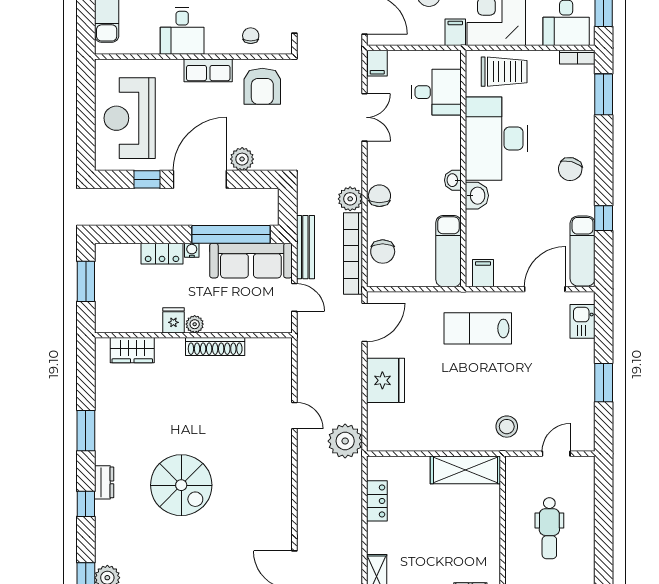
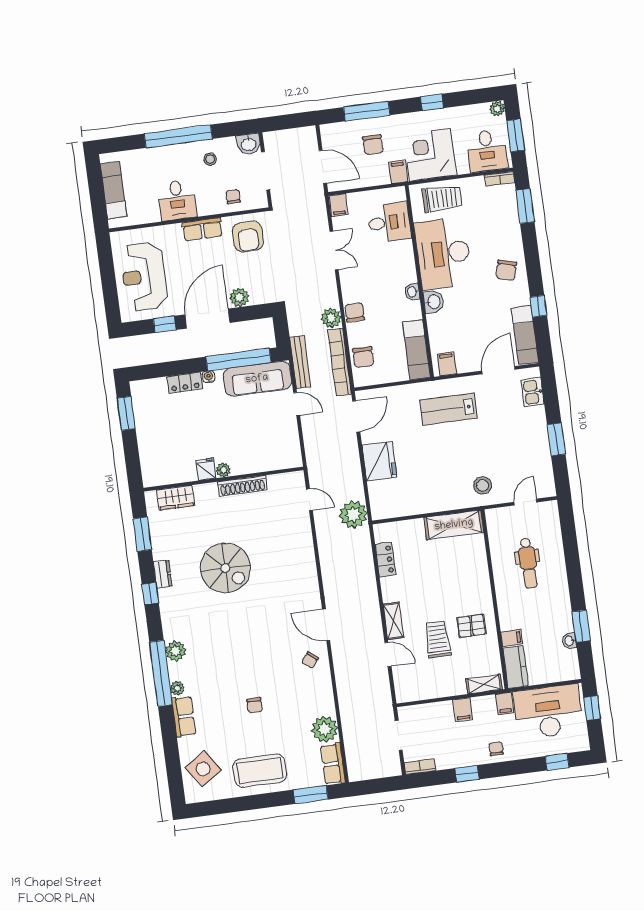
fridge: (173, 320) -> (206, 469), moved
plant: (195, 324) -> (223, 470), moved
wall: (193, 335) -> (224, 479), moved
shoe rack: (215, 347) -> (242, 486), moved
wardrobe: (132, 350) -> (176, 498), moved

